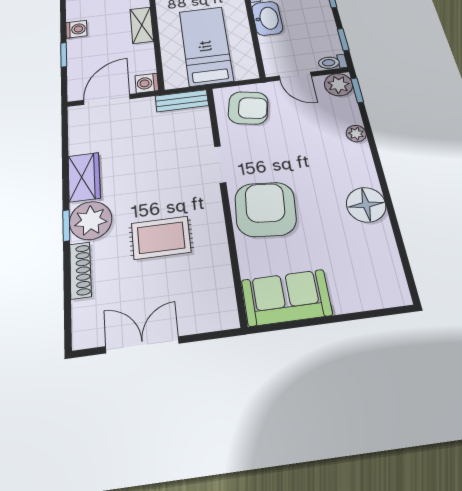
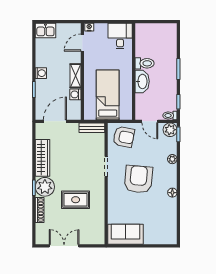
washing machine: (147, 83) -> (75, 94), moved
wardrobe: (84, 177) -> (43, 158), width x1.50
floor lamp: (366, 205) -> (172, 193), width x0.53, depth x0.53
armchair: (265, 209) -> (138, 179), moved

